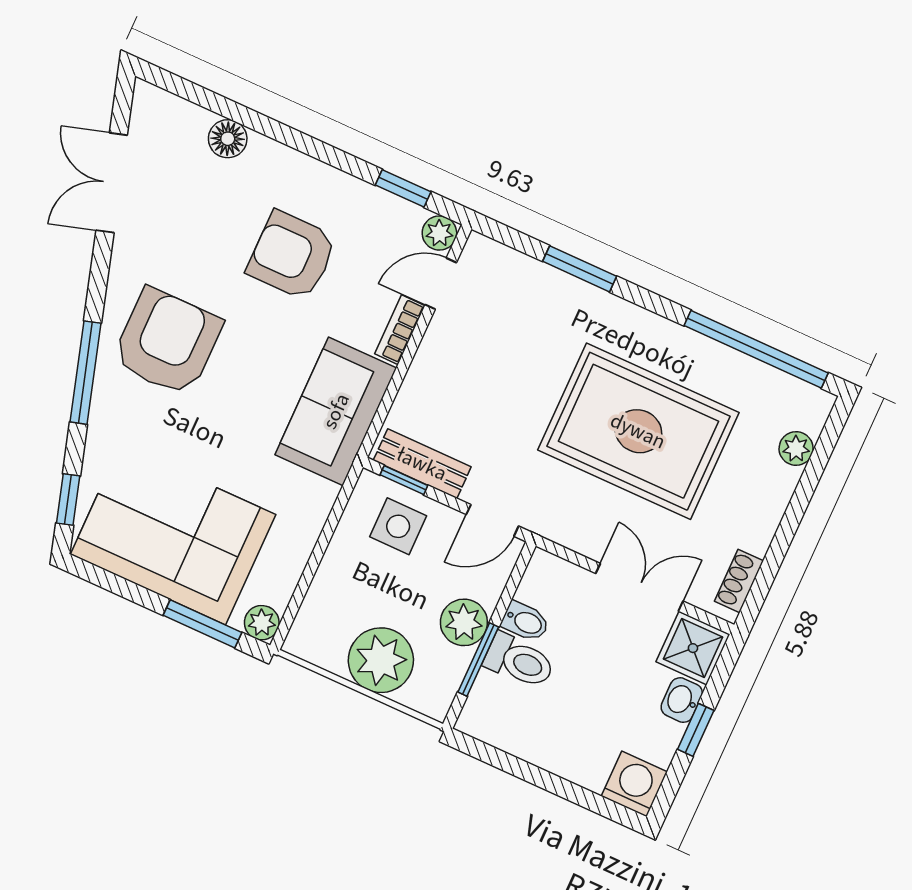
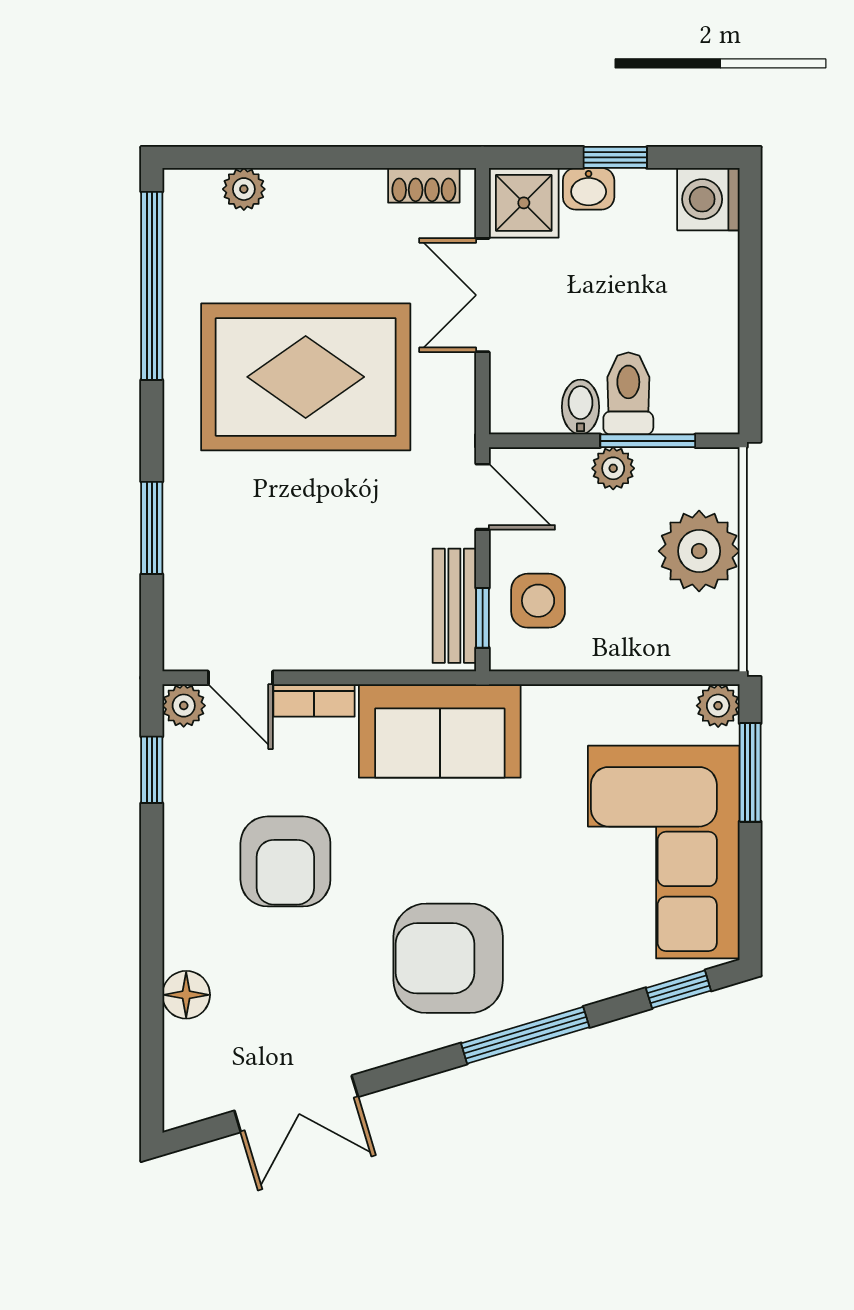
rug: (638, 431) -> (306, 377), turned 90
plant: (464, 622) -> (613, 468), width x0.73, depth x0.73

